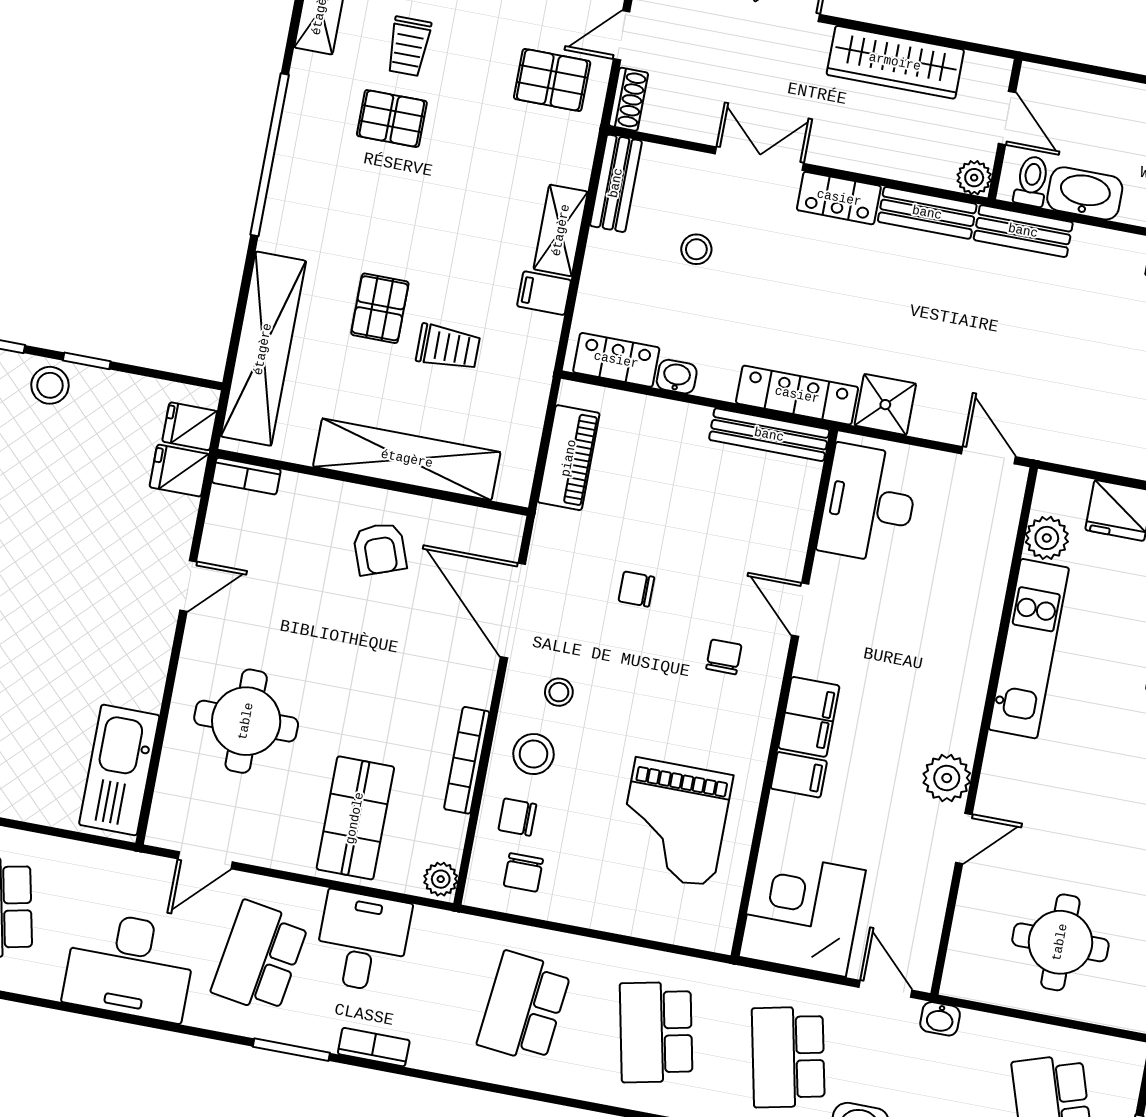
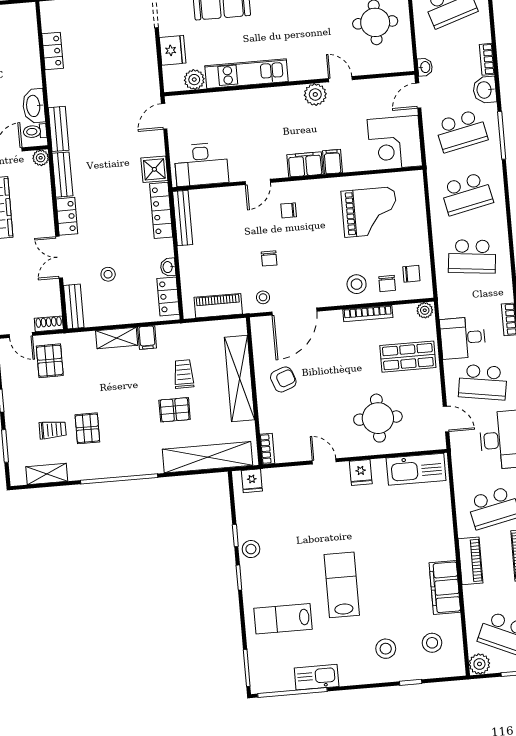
bench: (616, 183) -> (74, 307), moved, turned 90
fridge: (179, 471) -> (361, 472), moved
stool: (559, 692) -> (263, 297), moved

